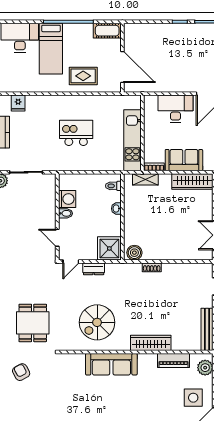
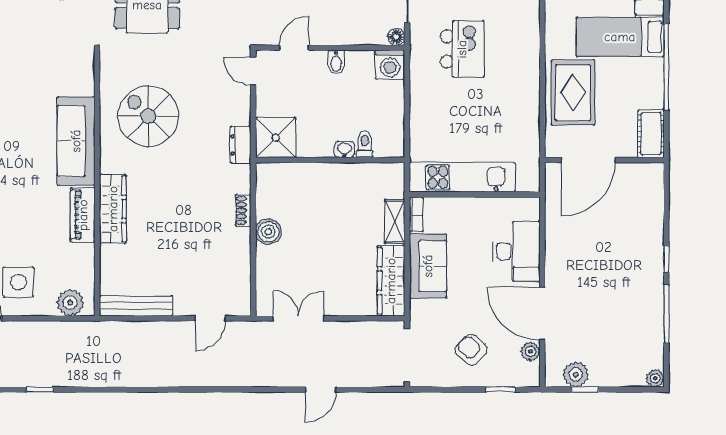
rug: (83, 76) -> (573, 92), width x1.36, depth x1.43
kitchen island: (76, 133) -> (462, 49), moved
floor lamp: (51, 178) -> (396, 37), added
shelving: (145, 179) -> (395, 221), moved
toilet: (113, 186) -> (365, 144), moved
washing machine: (67, 199) -> (390, 65), moved
boiler: (134, 253) -> (268, 232), moved
dresser: (94, 269) -> (241, 145), moved
piano: (173, 360) -> (83, 215), moved

